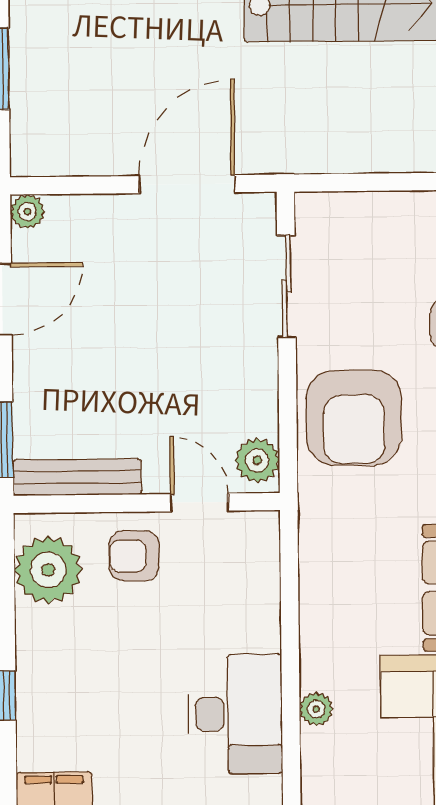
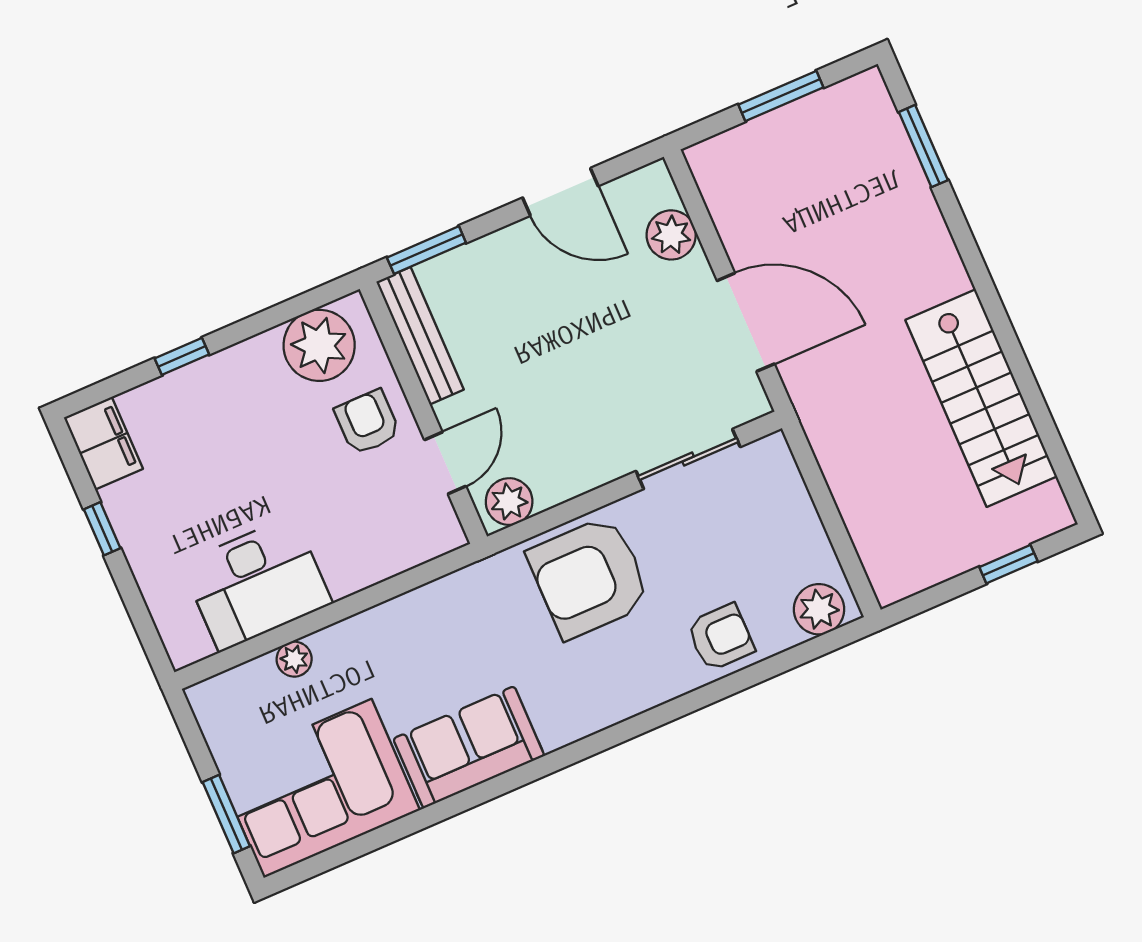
plant: (27, 212) -> (671, 235), moved, width x1.38, depth x1.38

